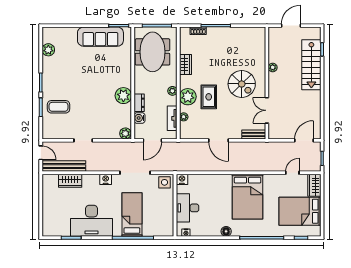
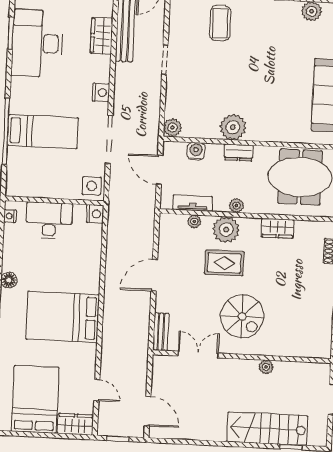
spiral stairs: (242, 84) -> (242, 316), turned -90
dresser: (139, 103) -> (239, 153), moved
desk: (91, 221) -> (37, 43), moved

